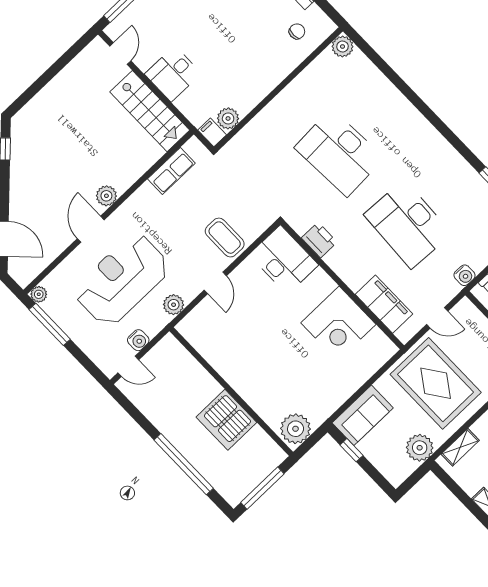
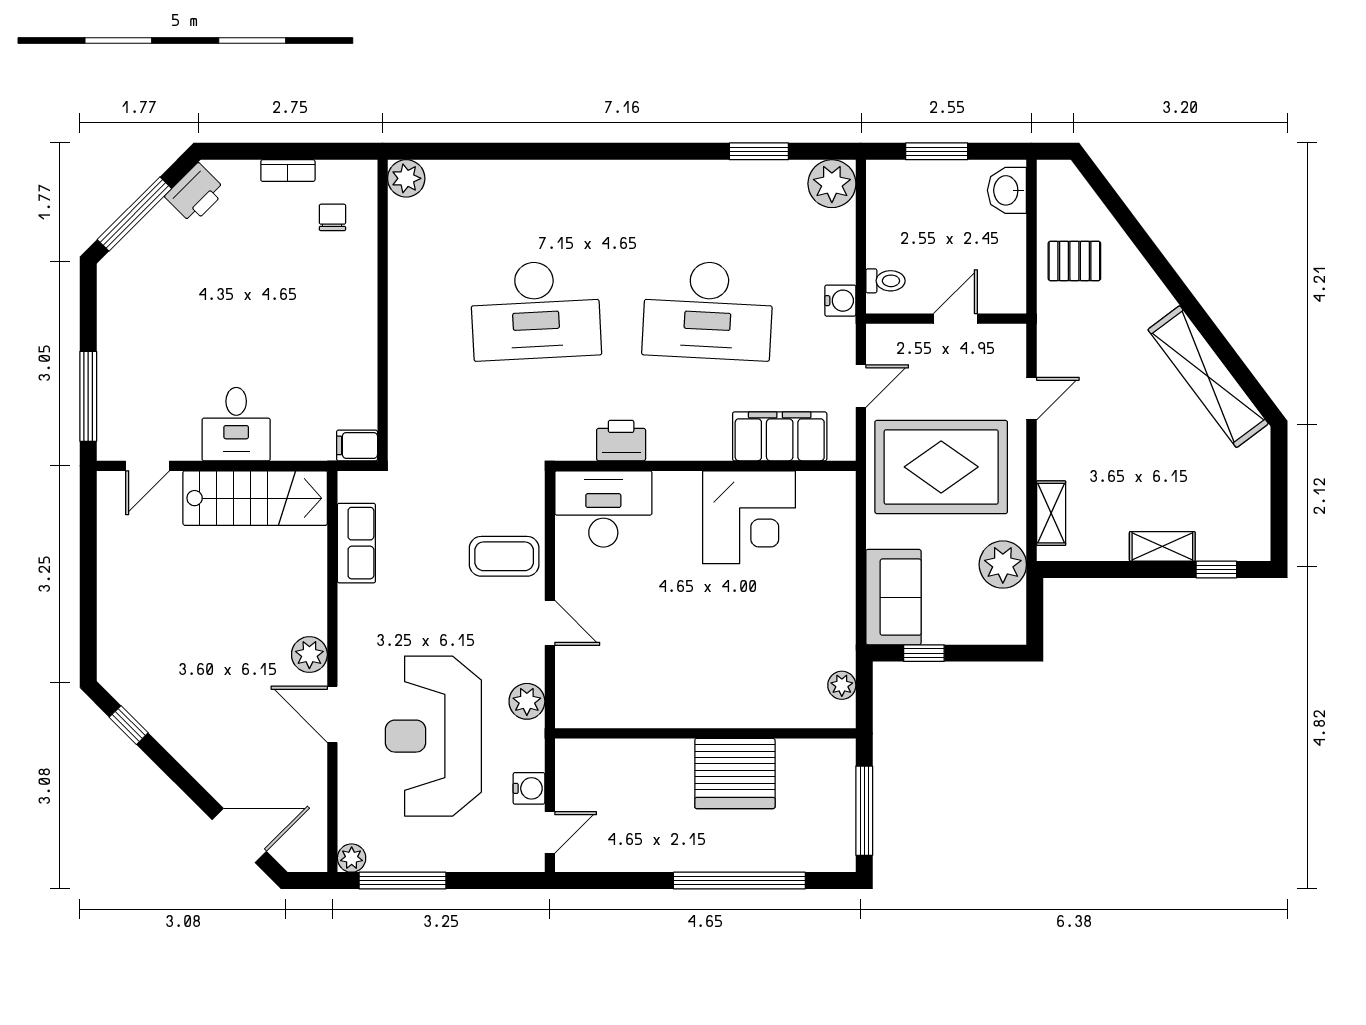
door: (120, 54) -> (148, 466), swing flipped
plant: (228, 118) -> (359, 409), removed
plant: (296, 429) -> (842, 685), width x0.53, depth x0.53

